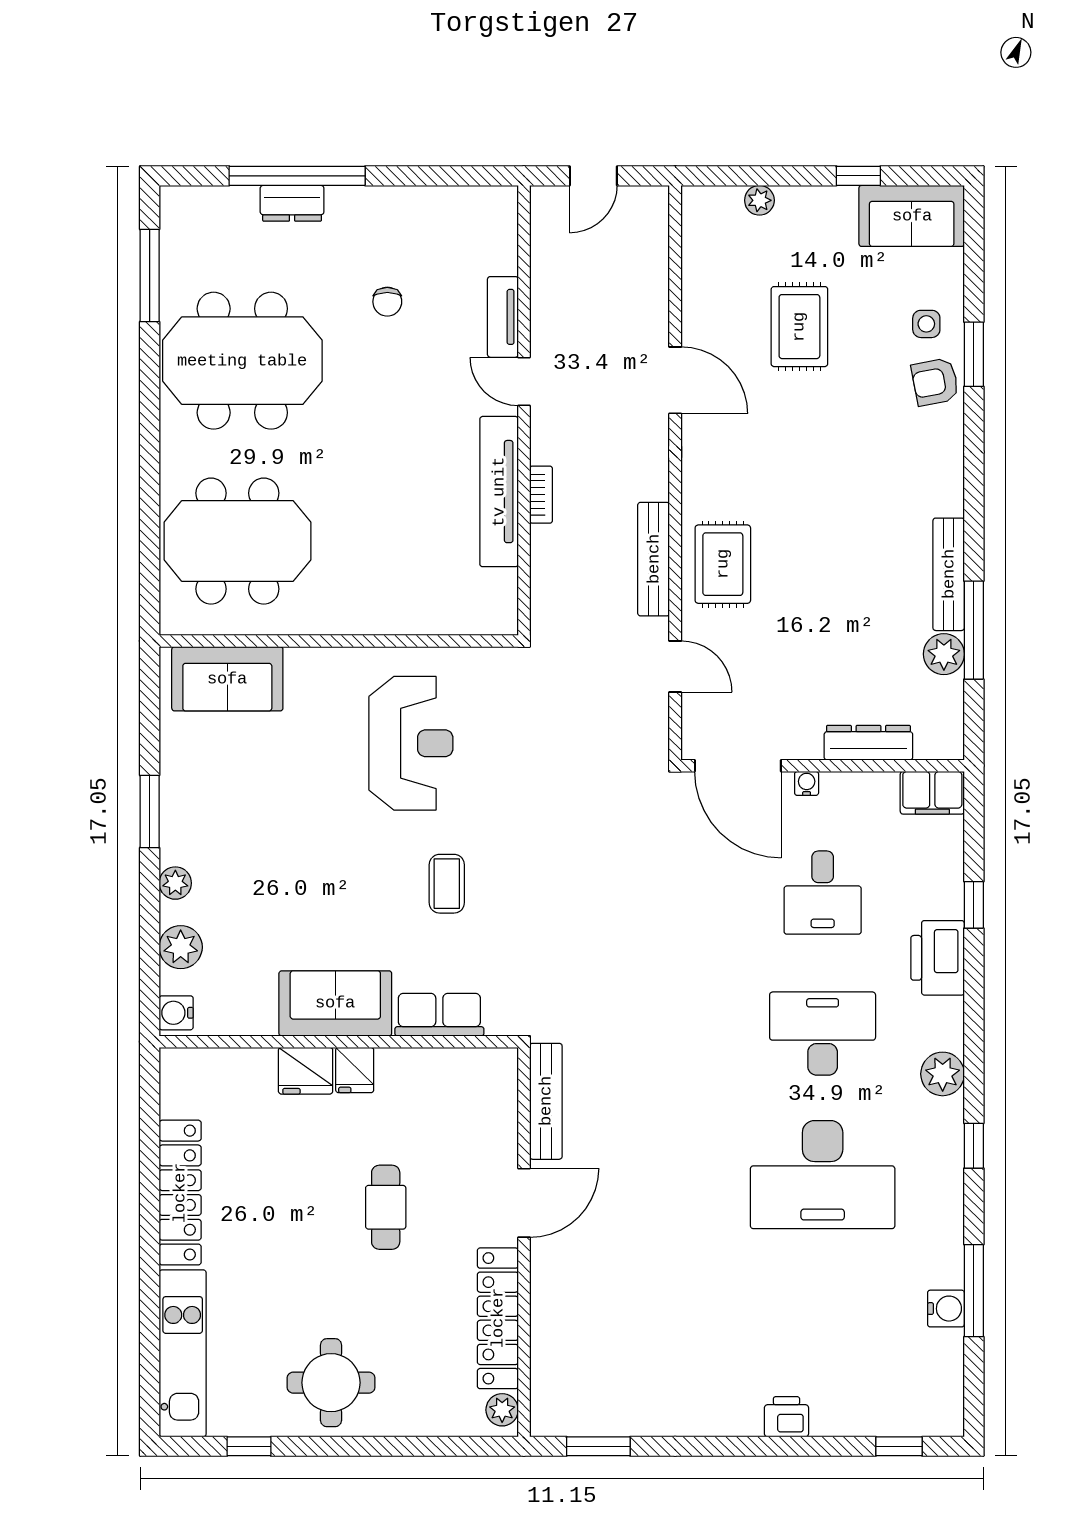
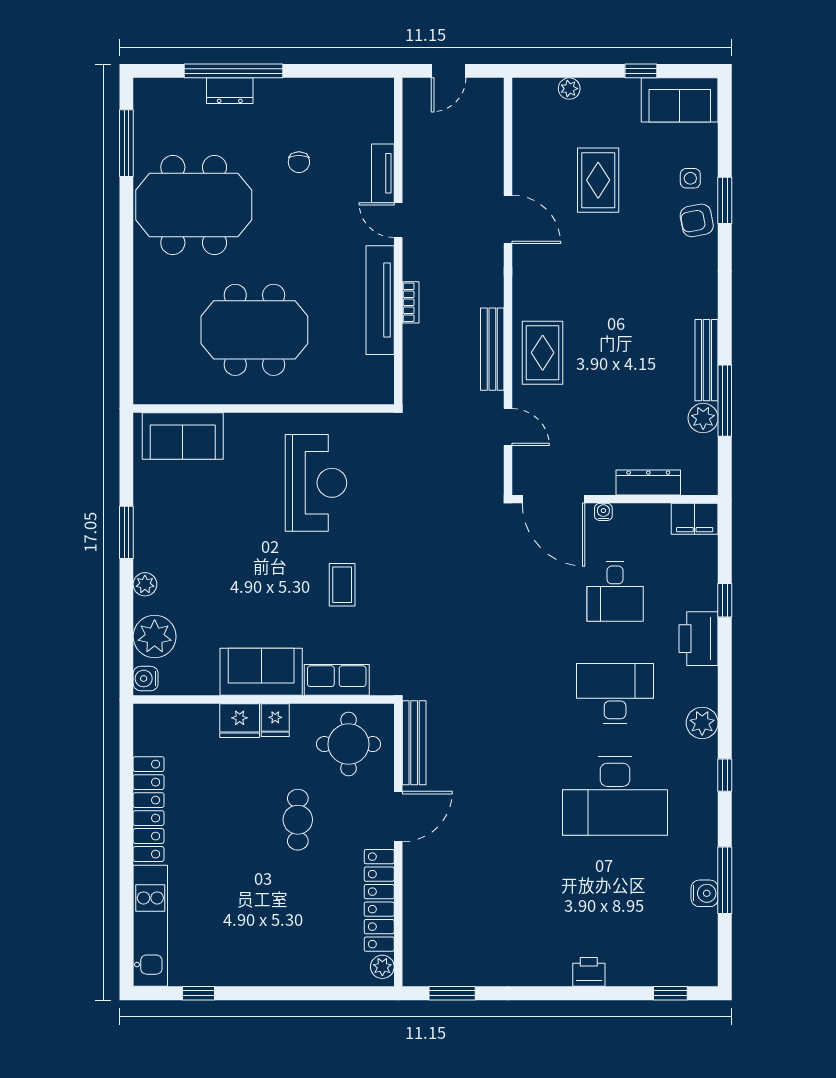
meeting table: (237, 541) -> (254, 330), moved
plant: (181, 947) -> (155, 637), width x1.36, depth x1.36
round table: (331, 1383) -> (349, 744), moved

